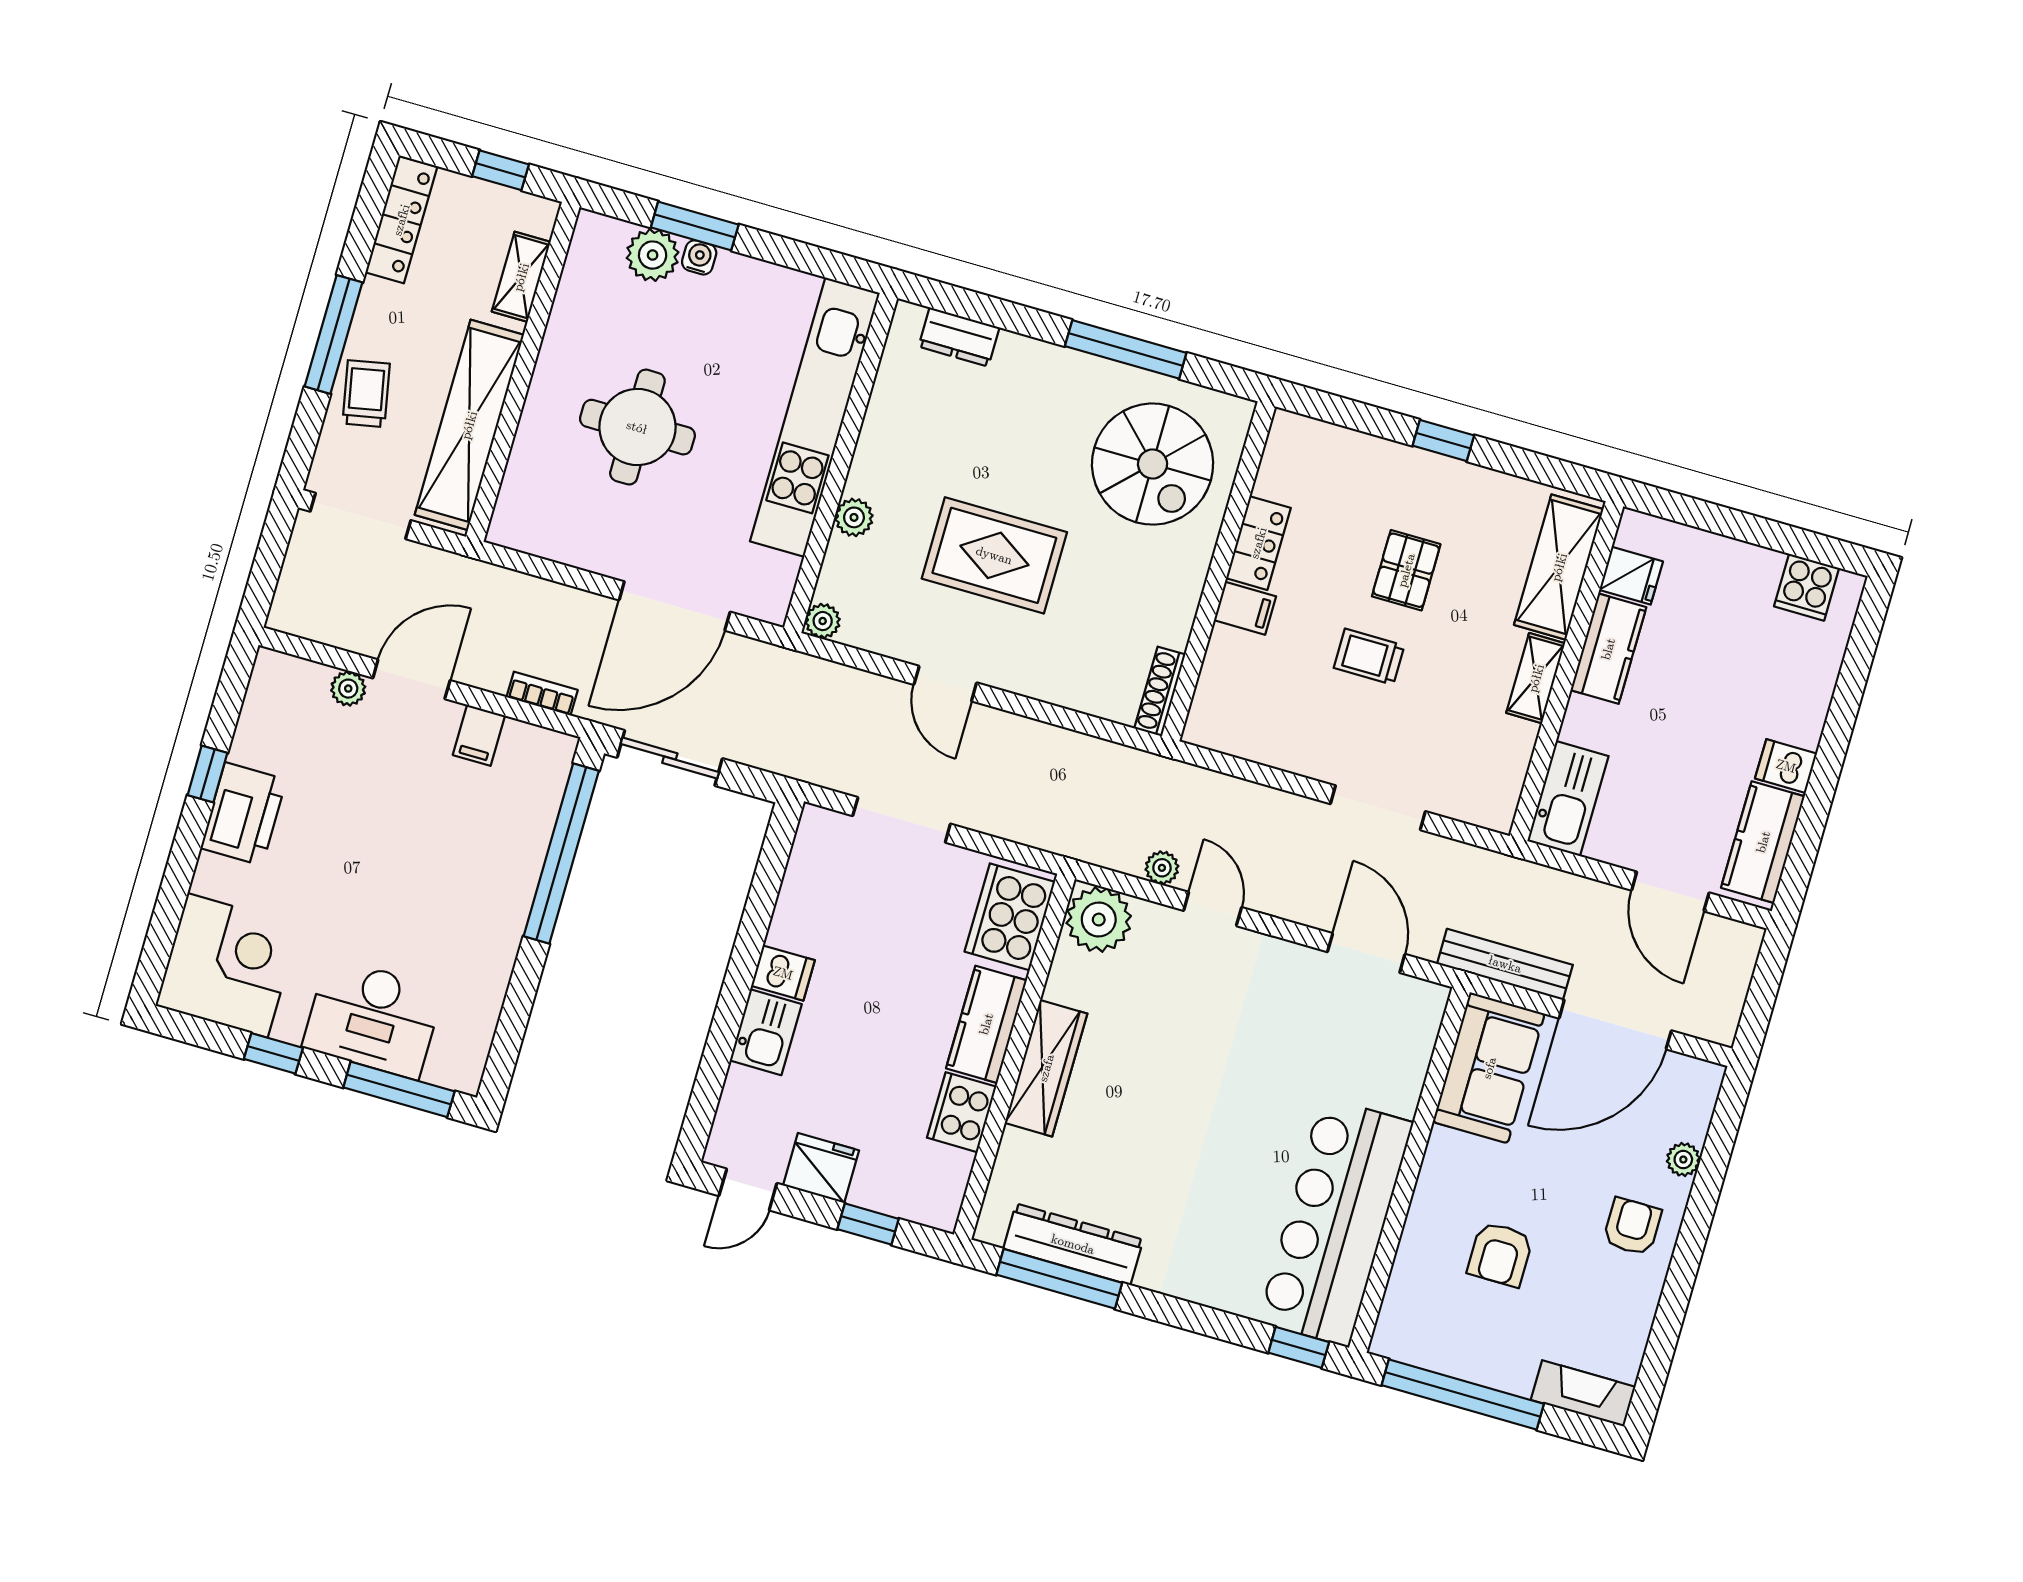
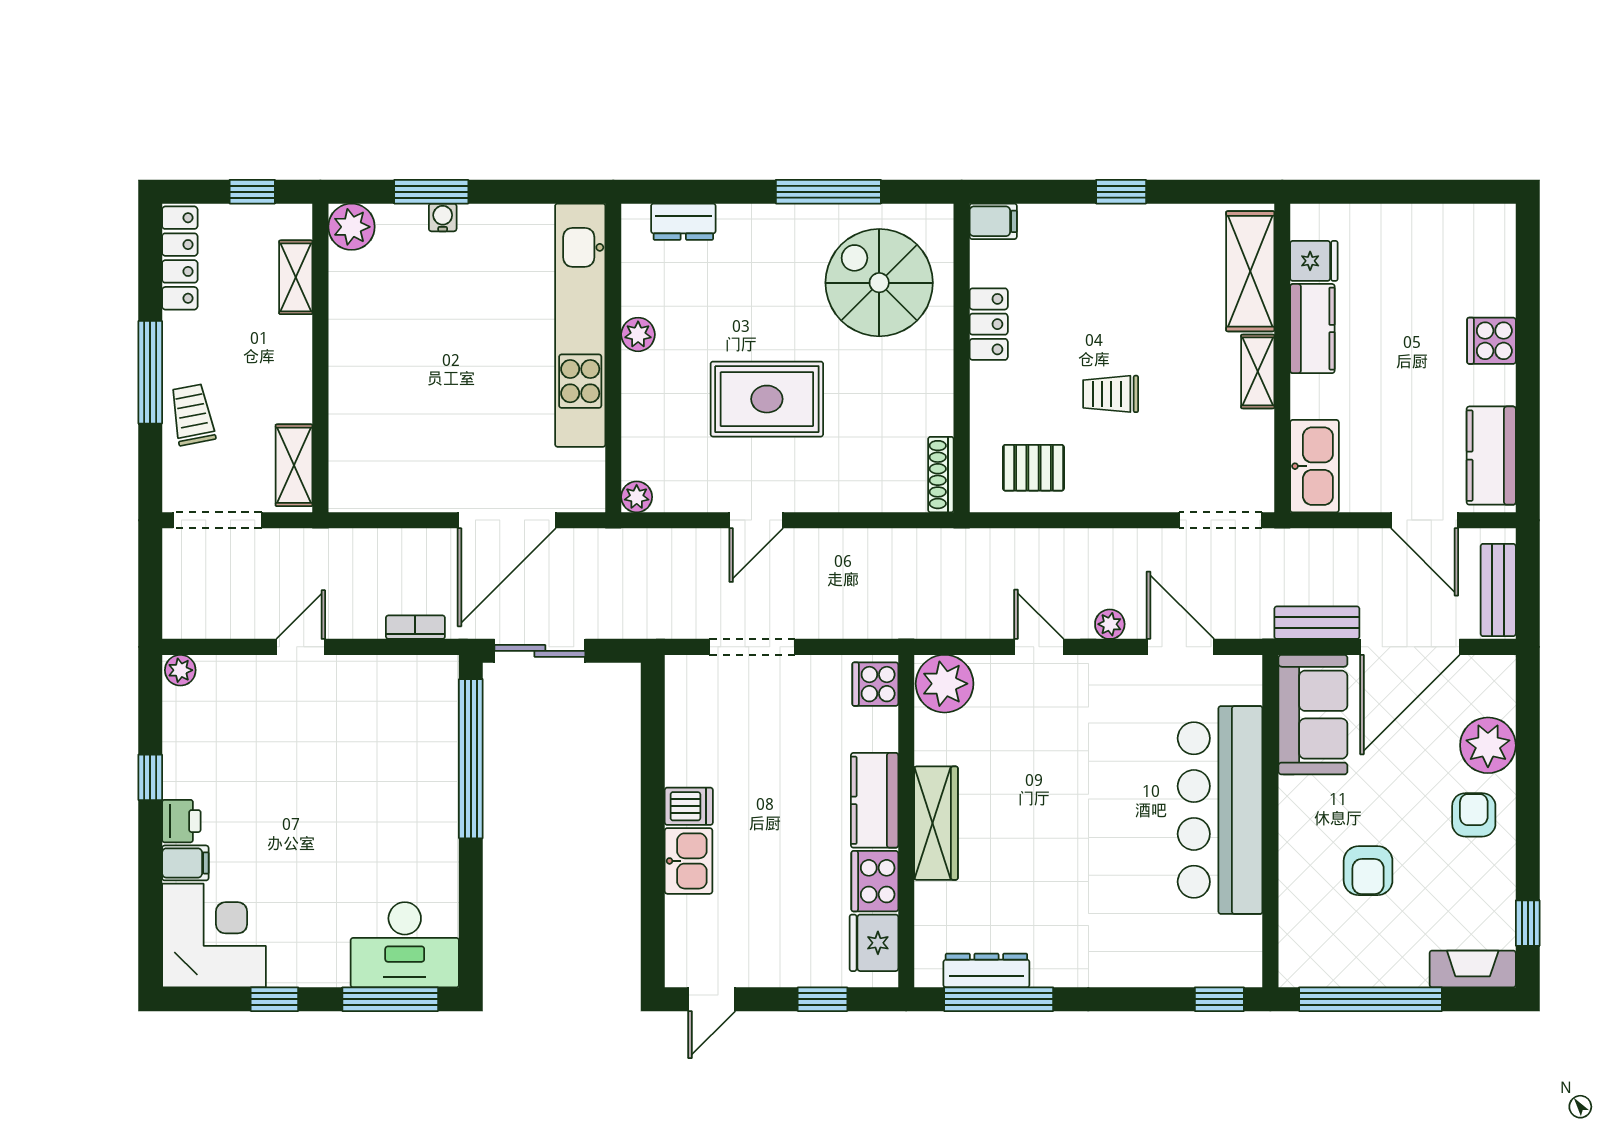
plant: (653, 255) -> (352, 227), moved
shelving: (469, 425) -> (294, 465), width x0.45, depth x0.75
round table: (637, 427) -> (432, 377), removed
spiral stairs: (1153, 464) -> (879, 283), turned 180
plant: (854, 517) -> (638, 334), moved
pallet: (1406, 570) -> (1033, 468), moved, turned 90
cooker: (1807, 587) -> (1491, 341), moved, turned 90
filing cabinet: (1245, 608) -> (993, 221), moved
door: (411, 679) -> (301, 647), width x0.73
door: (945, 684) -> (756, 520), hinge flipped
plant: (348, 689) -> (180, 670), moved
filing cabinet: (479, 735) -> (185, 863), moved, turned -90
dishwasher: (1786, 766) -> (1492, 385), removed
doorway: (1378, 808) -> (1221, 520), moved
printer: (244, 814) -> (181, 821), width x0.53, depth x0.68
plant: (1162, 868) -> (1110, 624), moved
cooker: (1010, 917) -> (875, 684), width x0.53, depth x0.76
bench: (1505, 964) -> (1317, 623), width x0.73
bench: (1729, 990) -> (1498, 590), added
desk: (373, 1018) -> (405, 945), moved
plant: (1683, 1160) -> (1488, 745), width x1.87, depth x1.87
fridge: (821, 1168) -> (874, 943), moved, turned -90
bar counter: (1336, 1222) -> (1220, 810), moved
dresser: (1073, 1244) -> (986, 970), width x0.73, depth x0.80
window: (1657, 1361) -> (1528, 923), added

